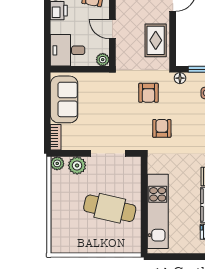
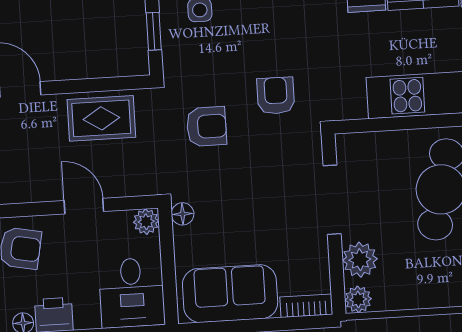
door: (112, 29) -> (84, 206), swing flipped
floor lamp: (180, 78) -> (183, 214), moved
armchair: (162, 128) -> (276, 96), turned 90

